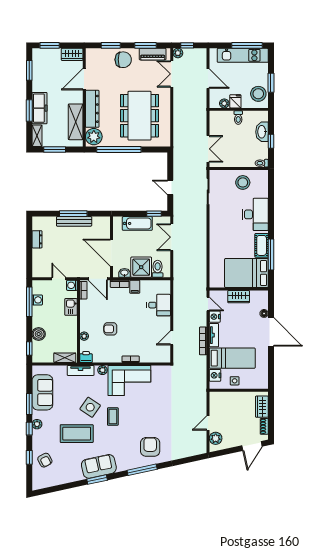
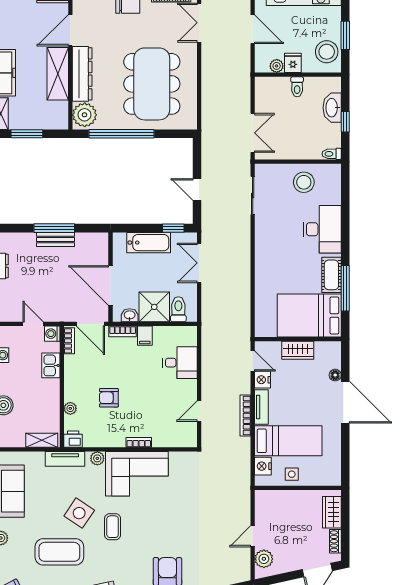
shelving: (76, 122) -> (58, 74), moved
bench: (74, 221) -> (55, 240), width x0.73

